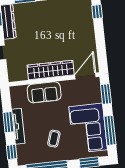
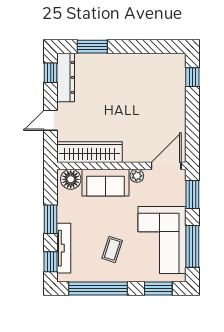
wardrobe: (51, 70) -> (89, 152), moved
plant: (66, 85) -> (137, 176), added
floor lamp: (20, 93) -> (71, 179), added
tv unit: (18, 126) -> (64, 248), moved

